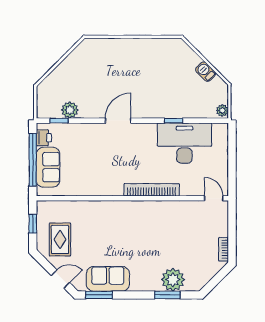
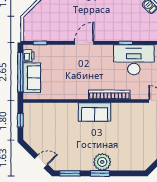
plant: (70, 110) -> (48, 35), removed
rug: (60, 239) -> (41, 132), removed
sofa: (108, 279) -> (95, 112), moved, turned 180
plant: (173, 280) -> (102, 162), moved
window: (167, 295) -> (100, 173), moved

